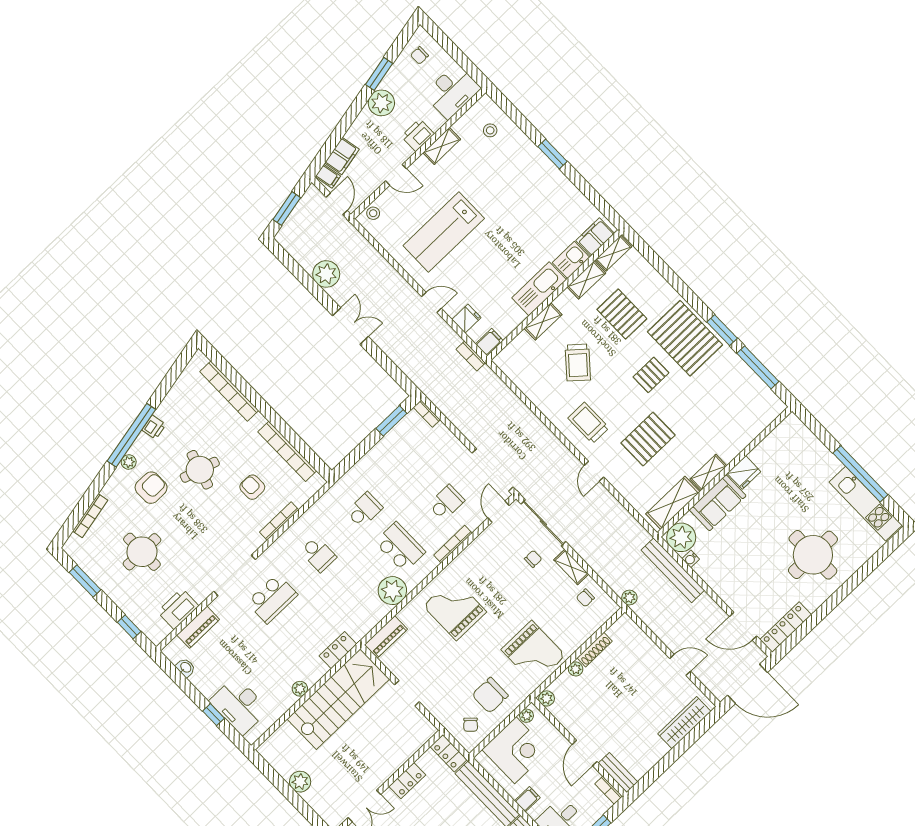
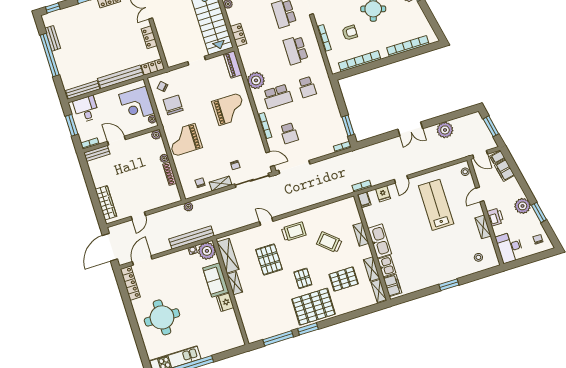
school desk: (318, 554) -> (296, 50), width x1.85
filing cabinet: (527, 799) -> (107, 97), removed

